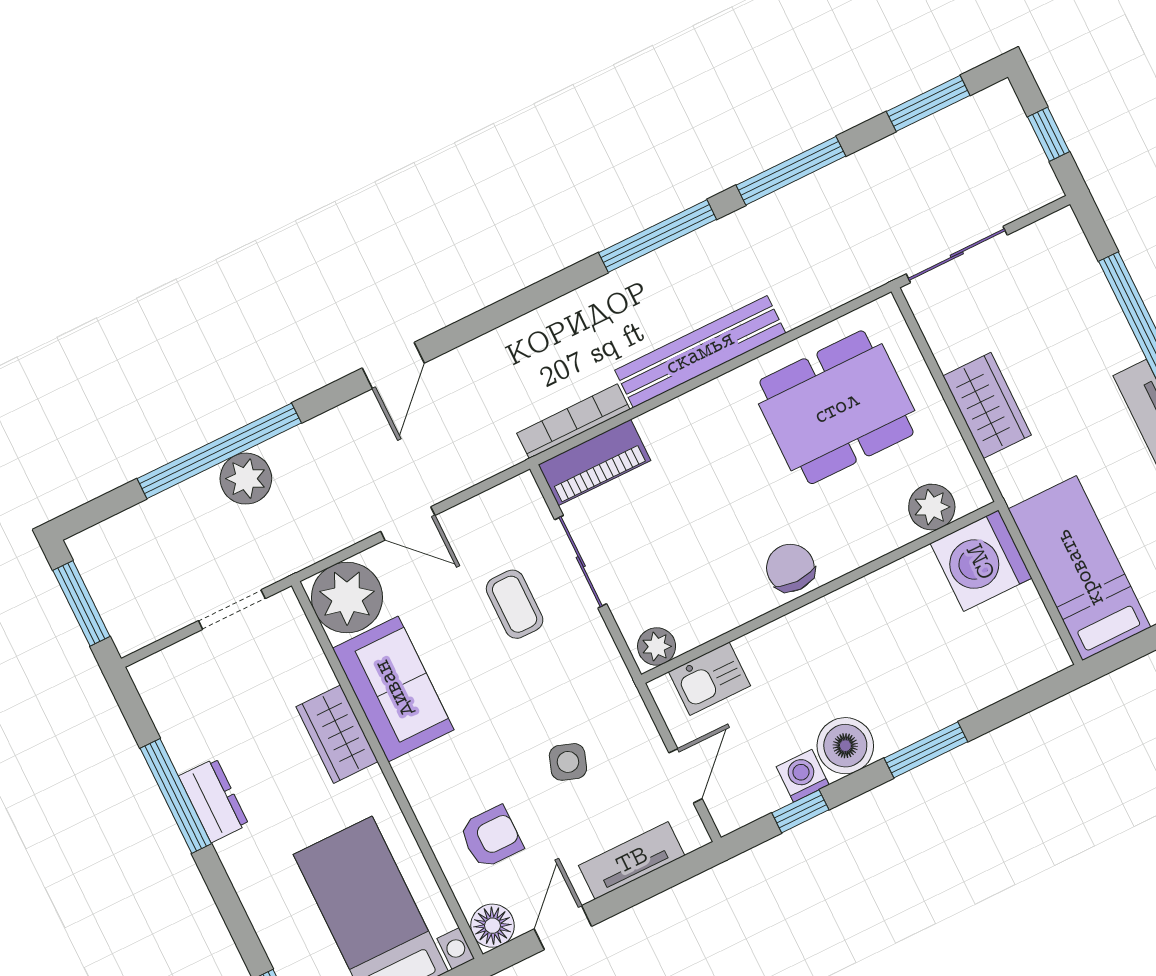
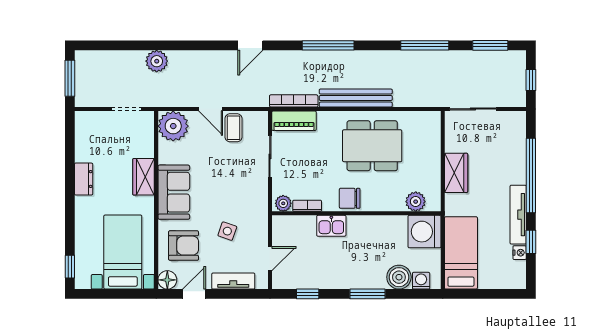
window: (658, 236) -> (328, 45), moved
door: (393, 366) -> (250, 45), moved
dining table: (837, 407) -> (372, 146), moved
window: (219, 451) -> (152, 45), removed
chair: (790, 568) -> (350, 198), turned -90
coffee table: (515, 604) -> (233, 128), moved
bookcase: (709, 627) -> (307, 206), added
kitchen sink: (710, 679) -> (331, 226), moved
sofa: (393, 689) -> (174, 192), moved
boiler: (845, 746) -> (399, 277), moved
washing machine: (803, 776) -> (421, 281), moved
window: (176, 796) -> (70, 170), removed
armchair: (491, 837) -> (184, 246), width x1.38, depth x1.38

